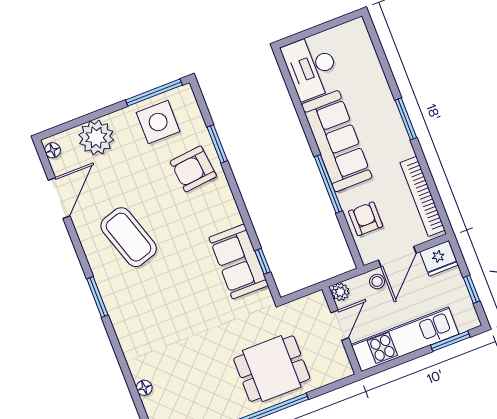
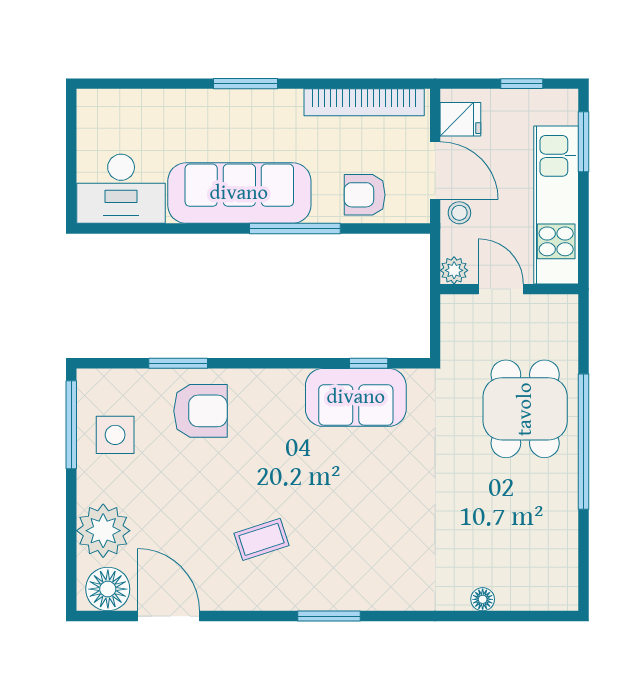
side table: (158, 122) -> (115, 435), width x0.73, depth x0.73
floor lamp: (53, 150) -> (108, 589), width x1.89, depth x1.89
armchair: (193, 169) -> (200, 411), turned -84
coffee table: (129, 237) -> (261, 539), width x0.54, depth x0.58
fridge: (439, 258) -> (460, 119), width x0.72

